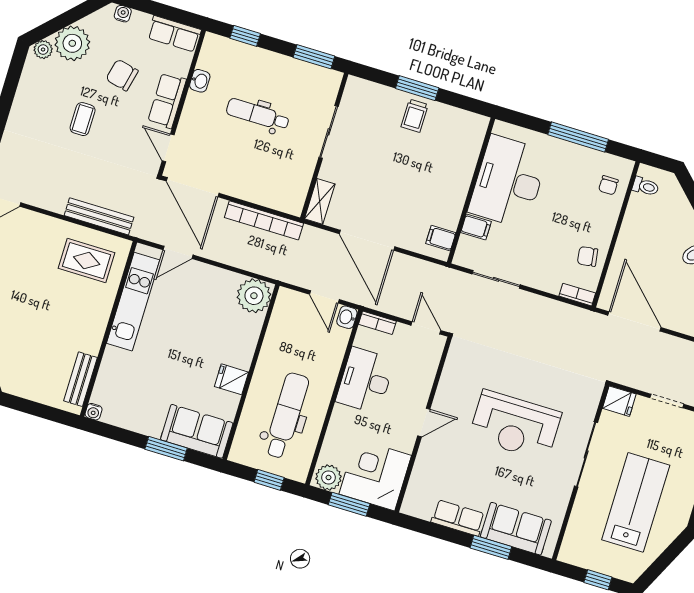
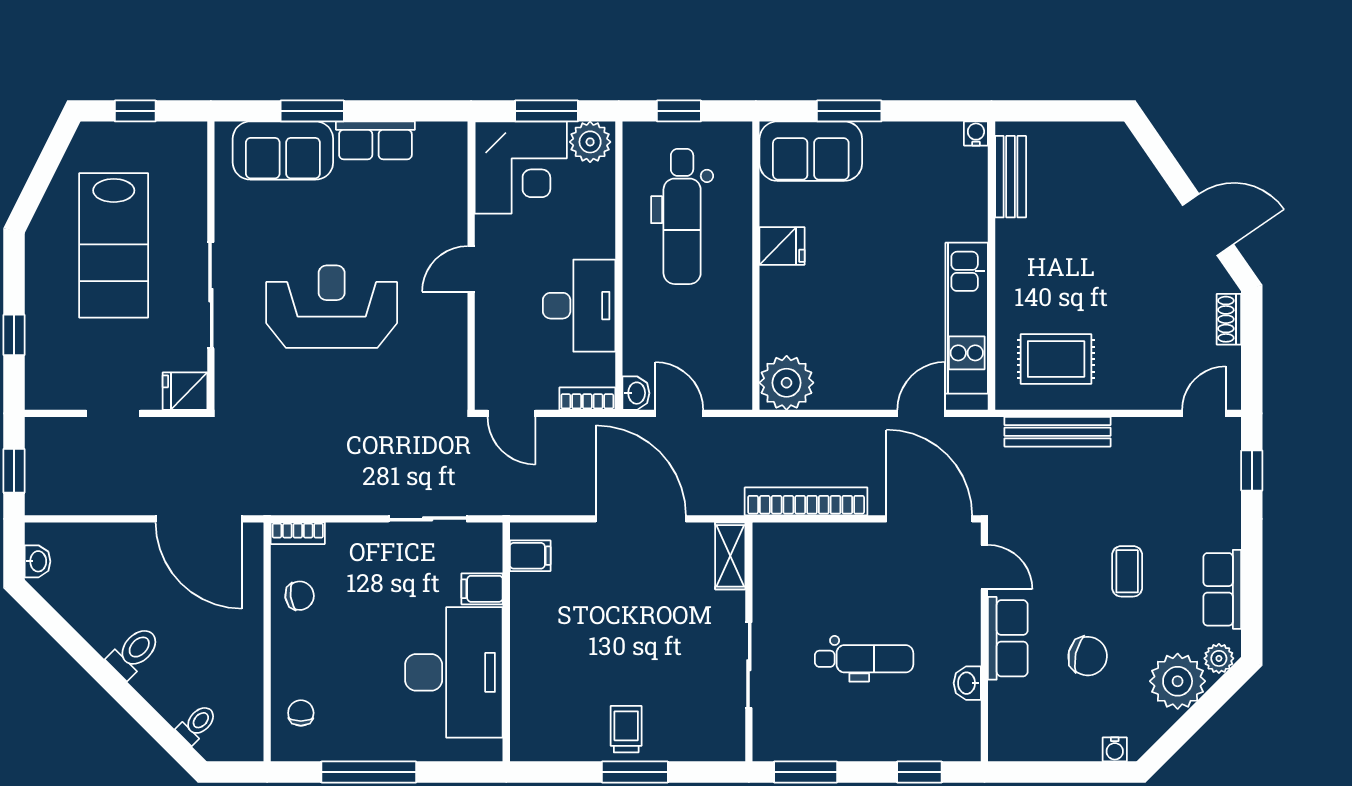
row of seats: (174, 34) -> (1222, 589), moved, turned -90
toilet: (646, 186) -> (197, 724), moved, turned 135

